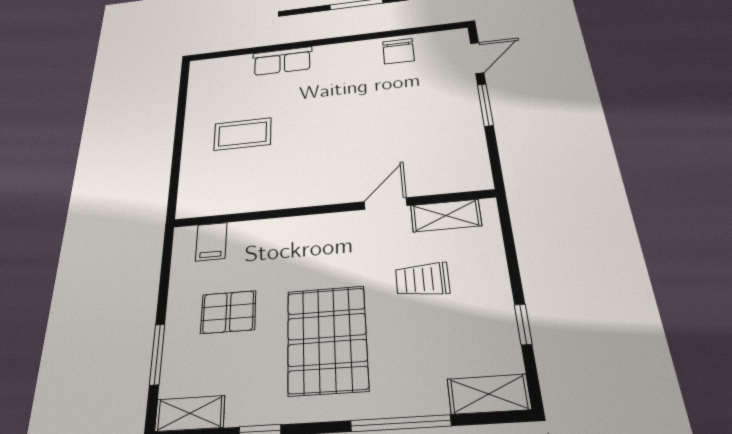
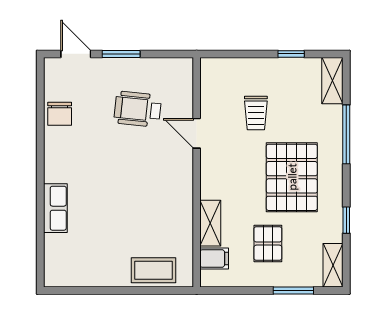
chair: (398, 51) -> (60, 114), turned 90
wheelchair: (413, 131) -> (138, 109), added
coffee table: (242, 134) -> (154, 270), moved, turned 90
shelving: (446, 216) -> (210, 223), moved
pallet: (327, 340) -> (292, 177), turned 90

